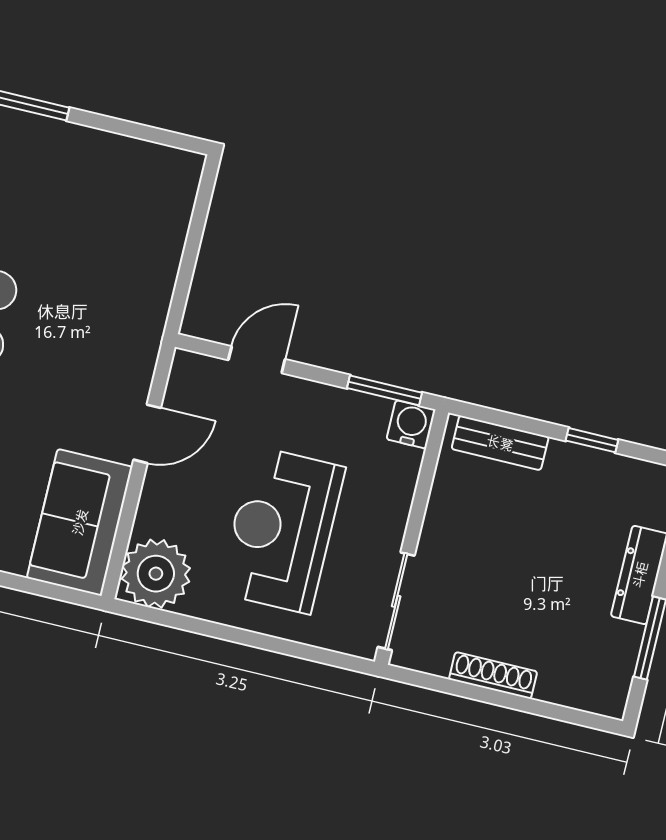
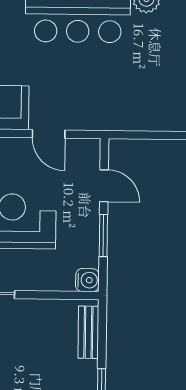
window: (384, 390) -> (103, 236), moved

